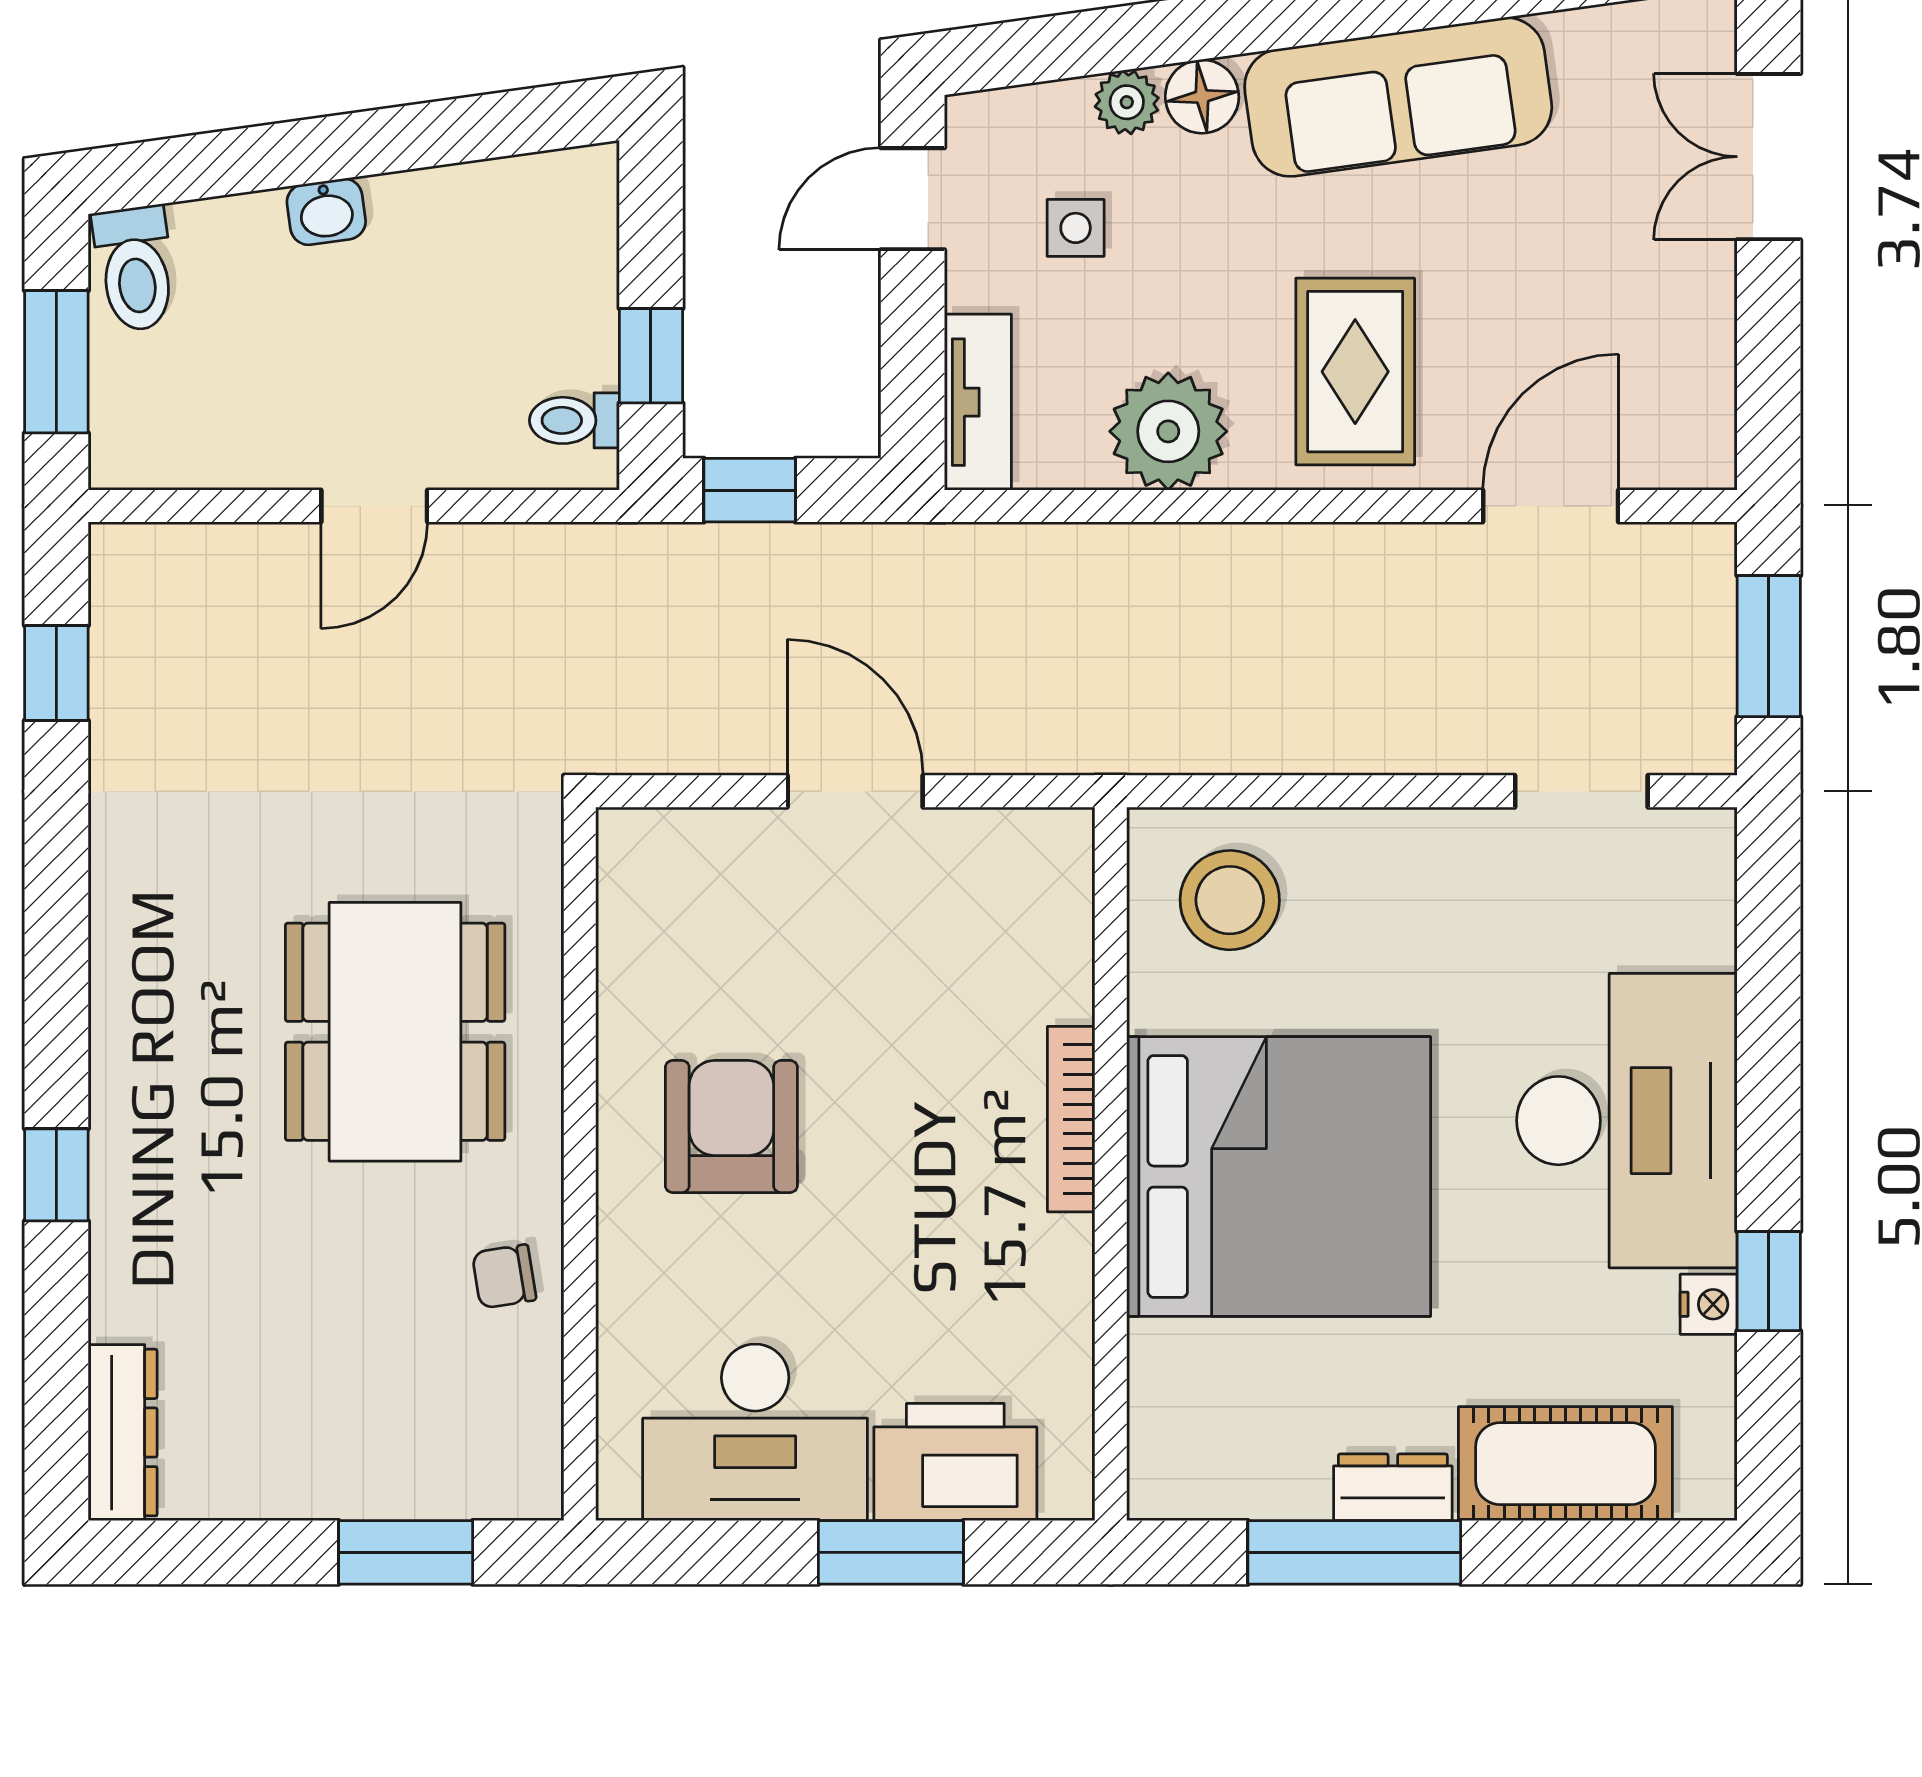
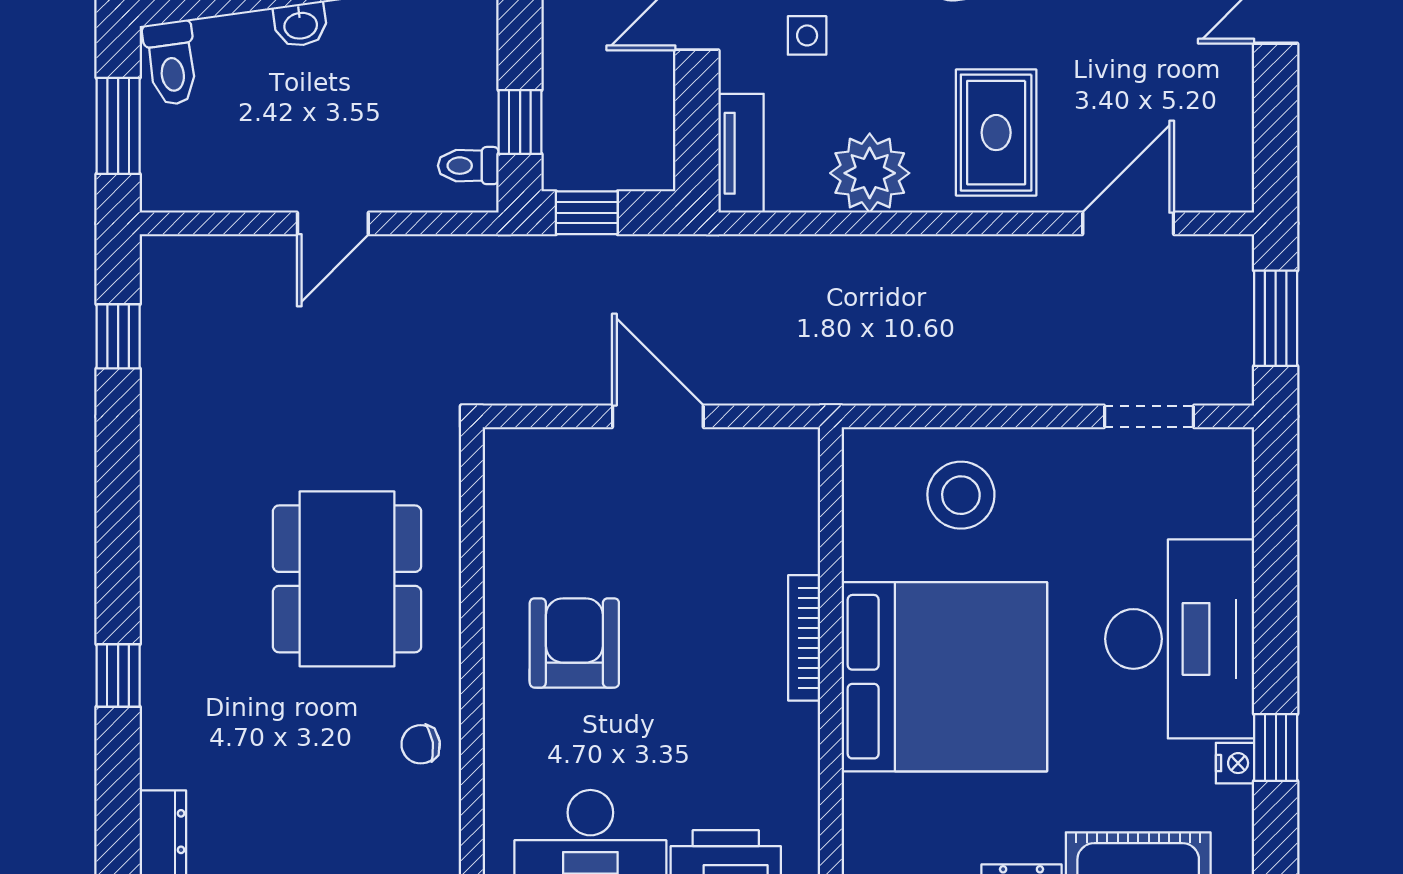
stool: (1230, 900) -> (961, 495), moved

